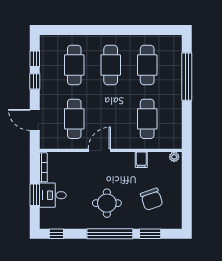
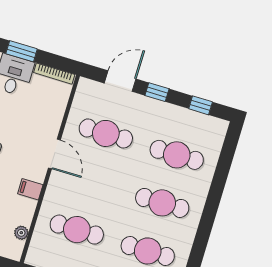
window: (35, 81) -> (157, 92), moved
plant: (174, 157) -> (21, 233), moved
filing cabinet: (141, 160) -> (30, 189), moved

